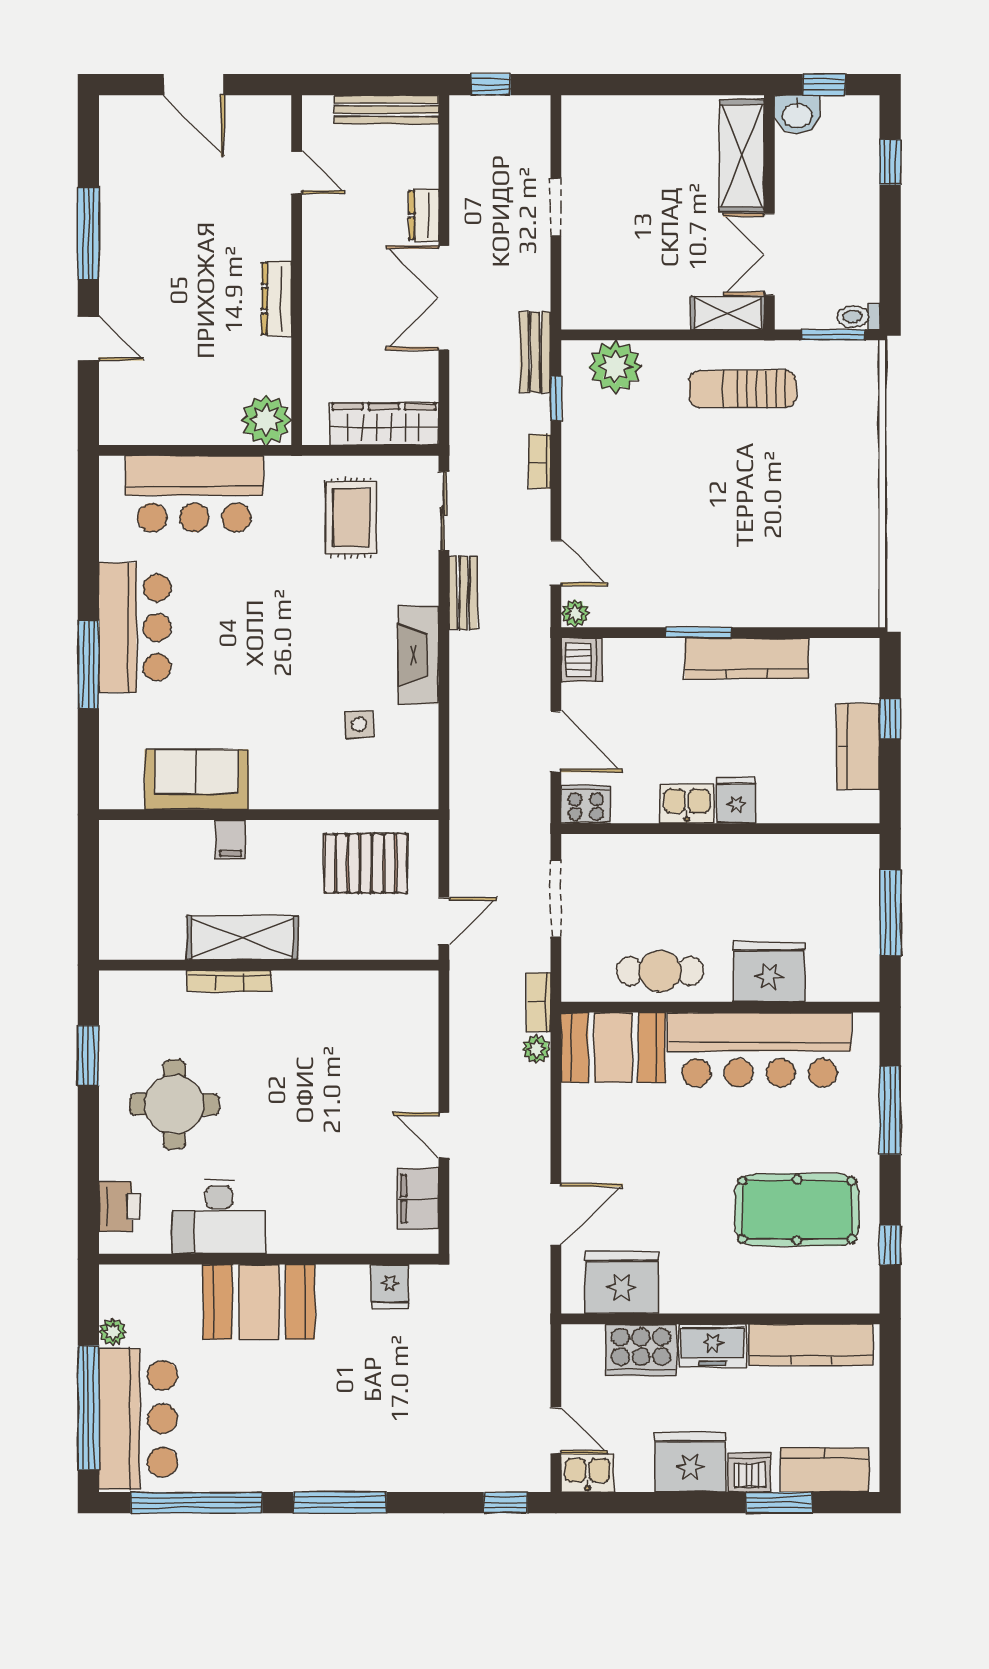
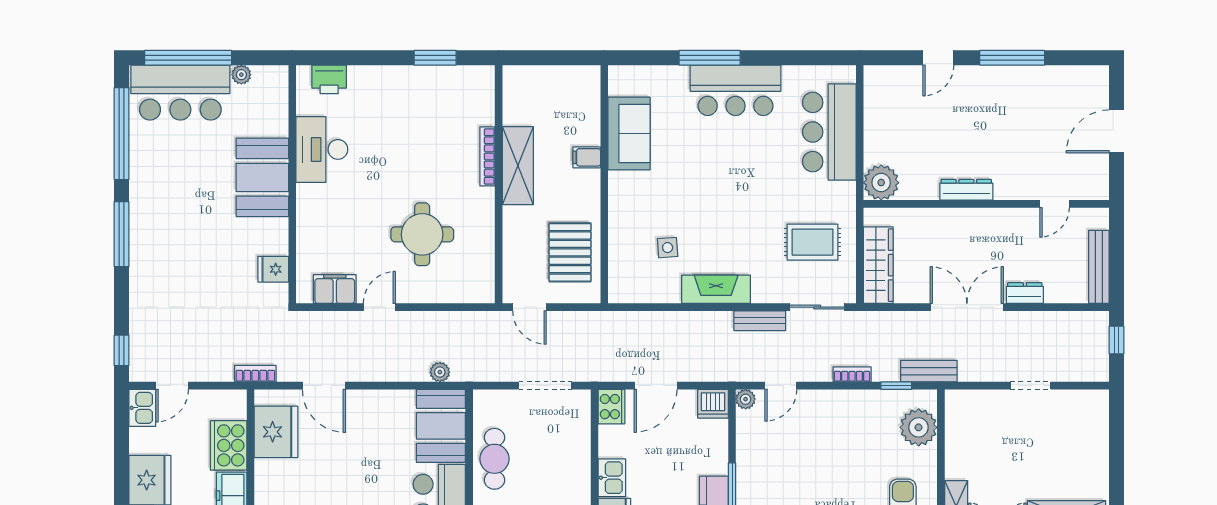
bookcase: (539, 1002) -> (255, 374), moved
round table: (174, 1104) -> (422, 234), moved

